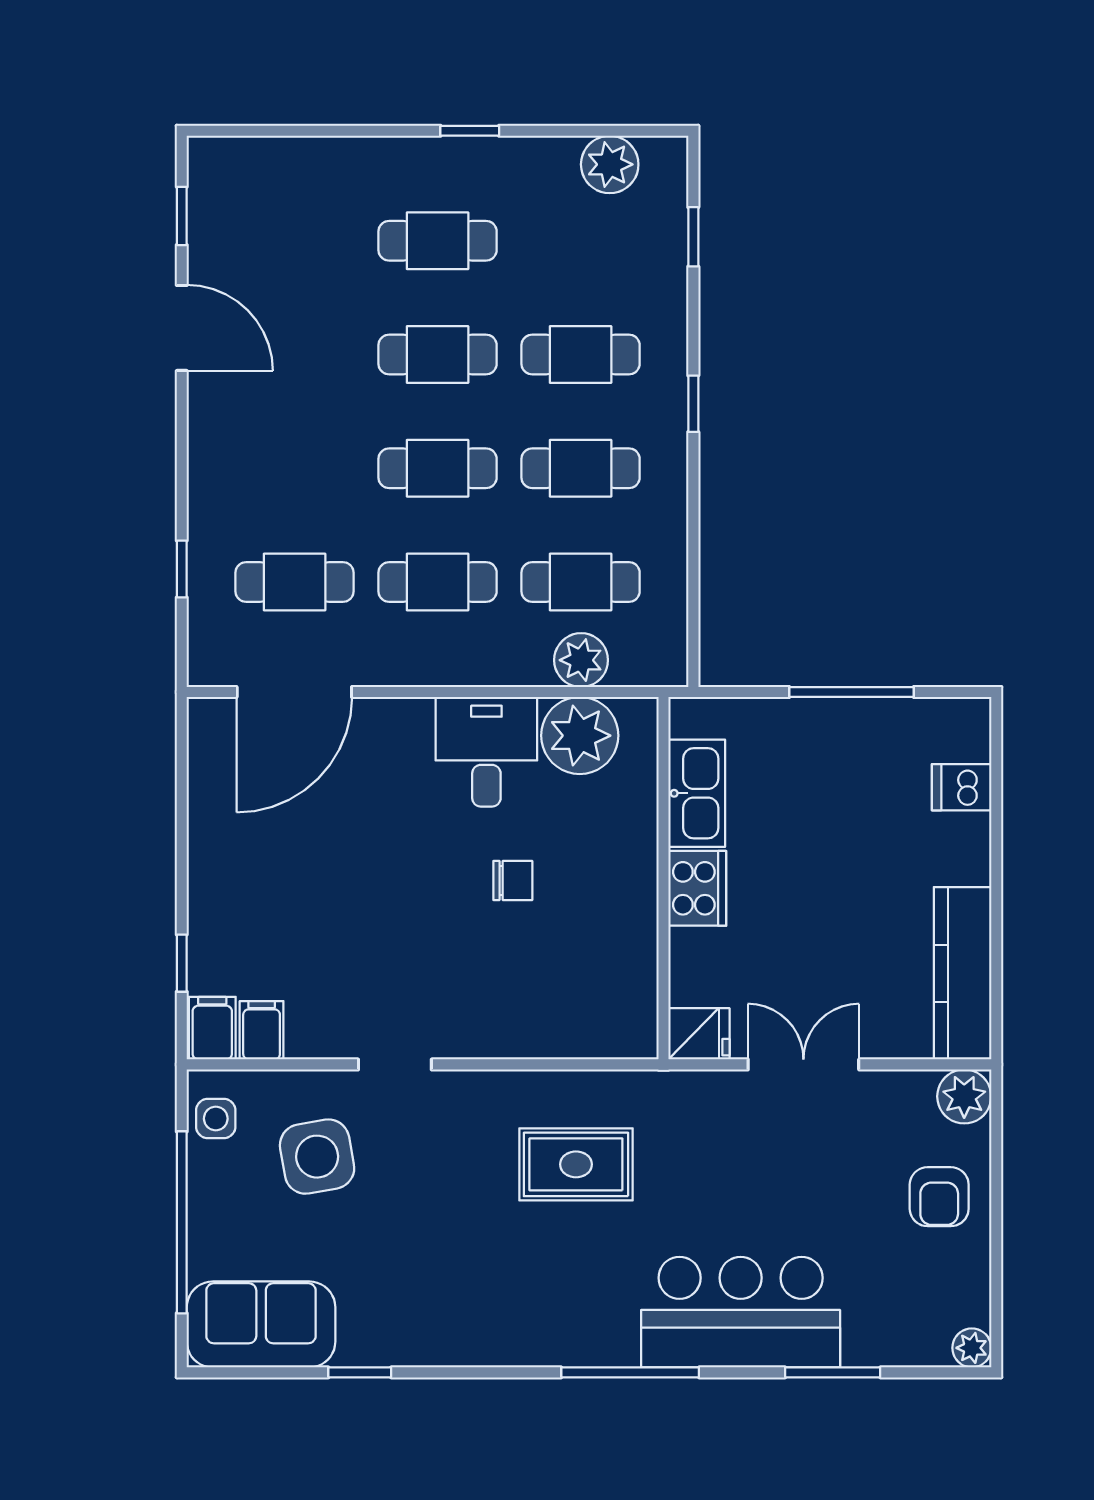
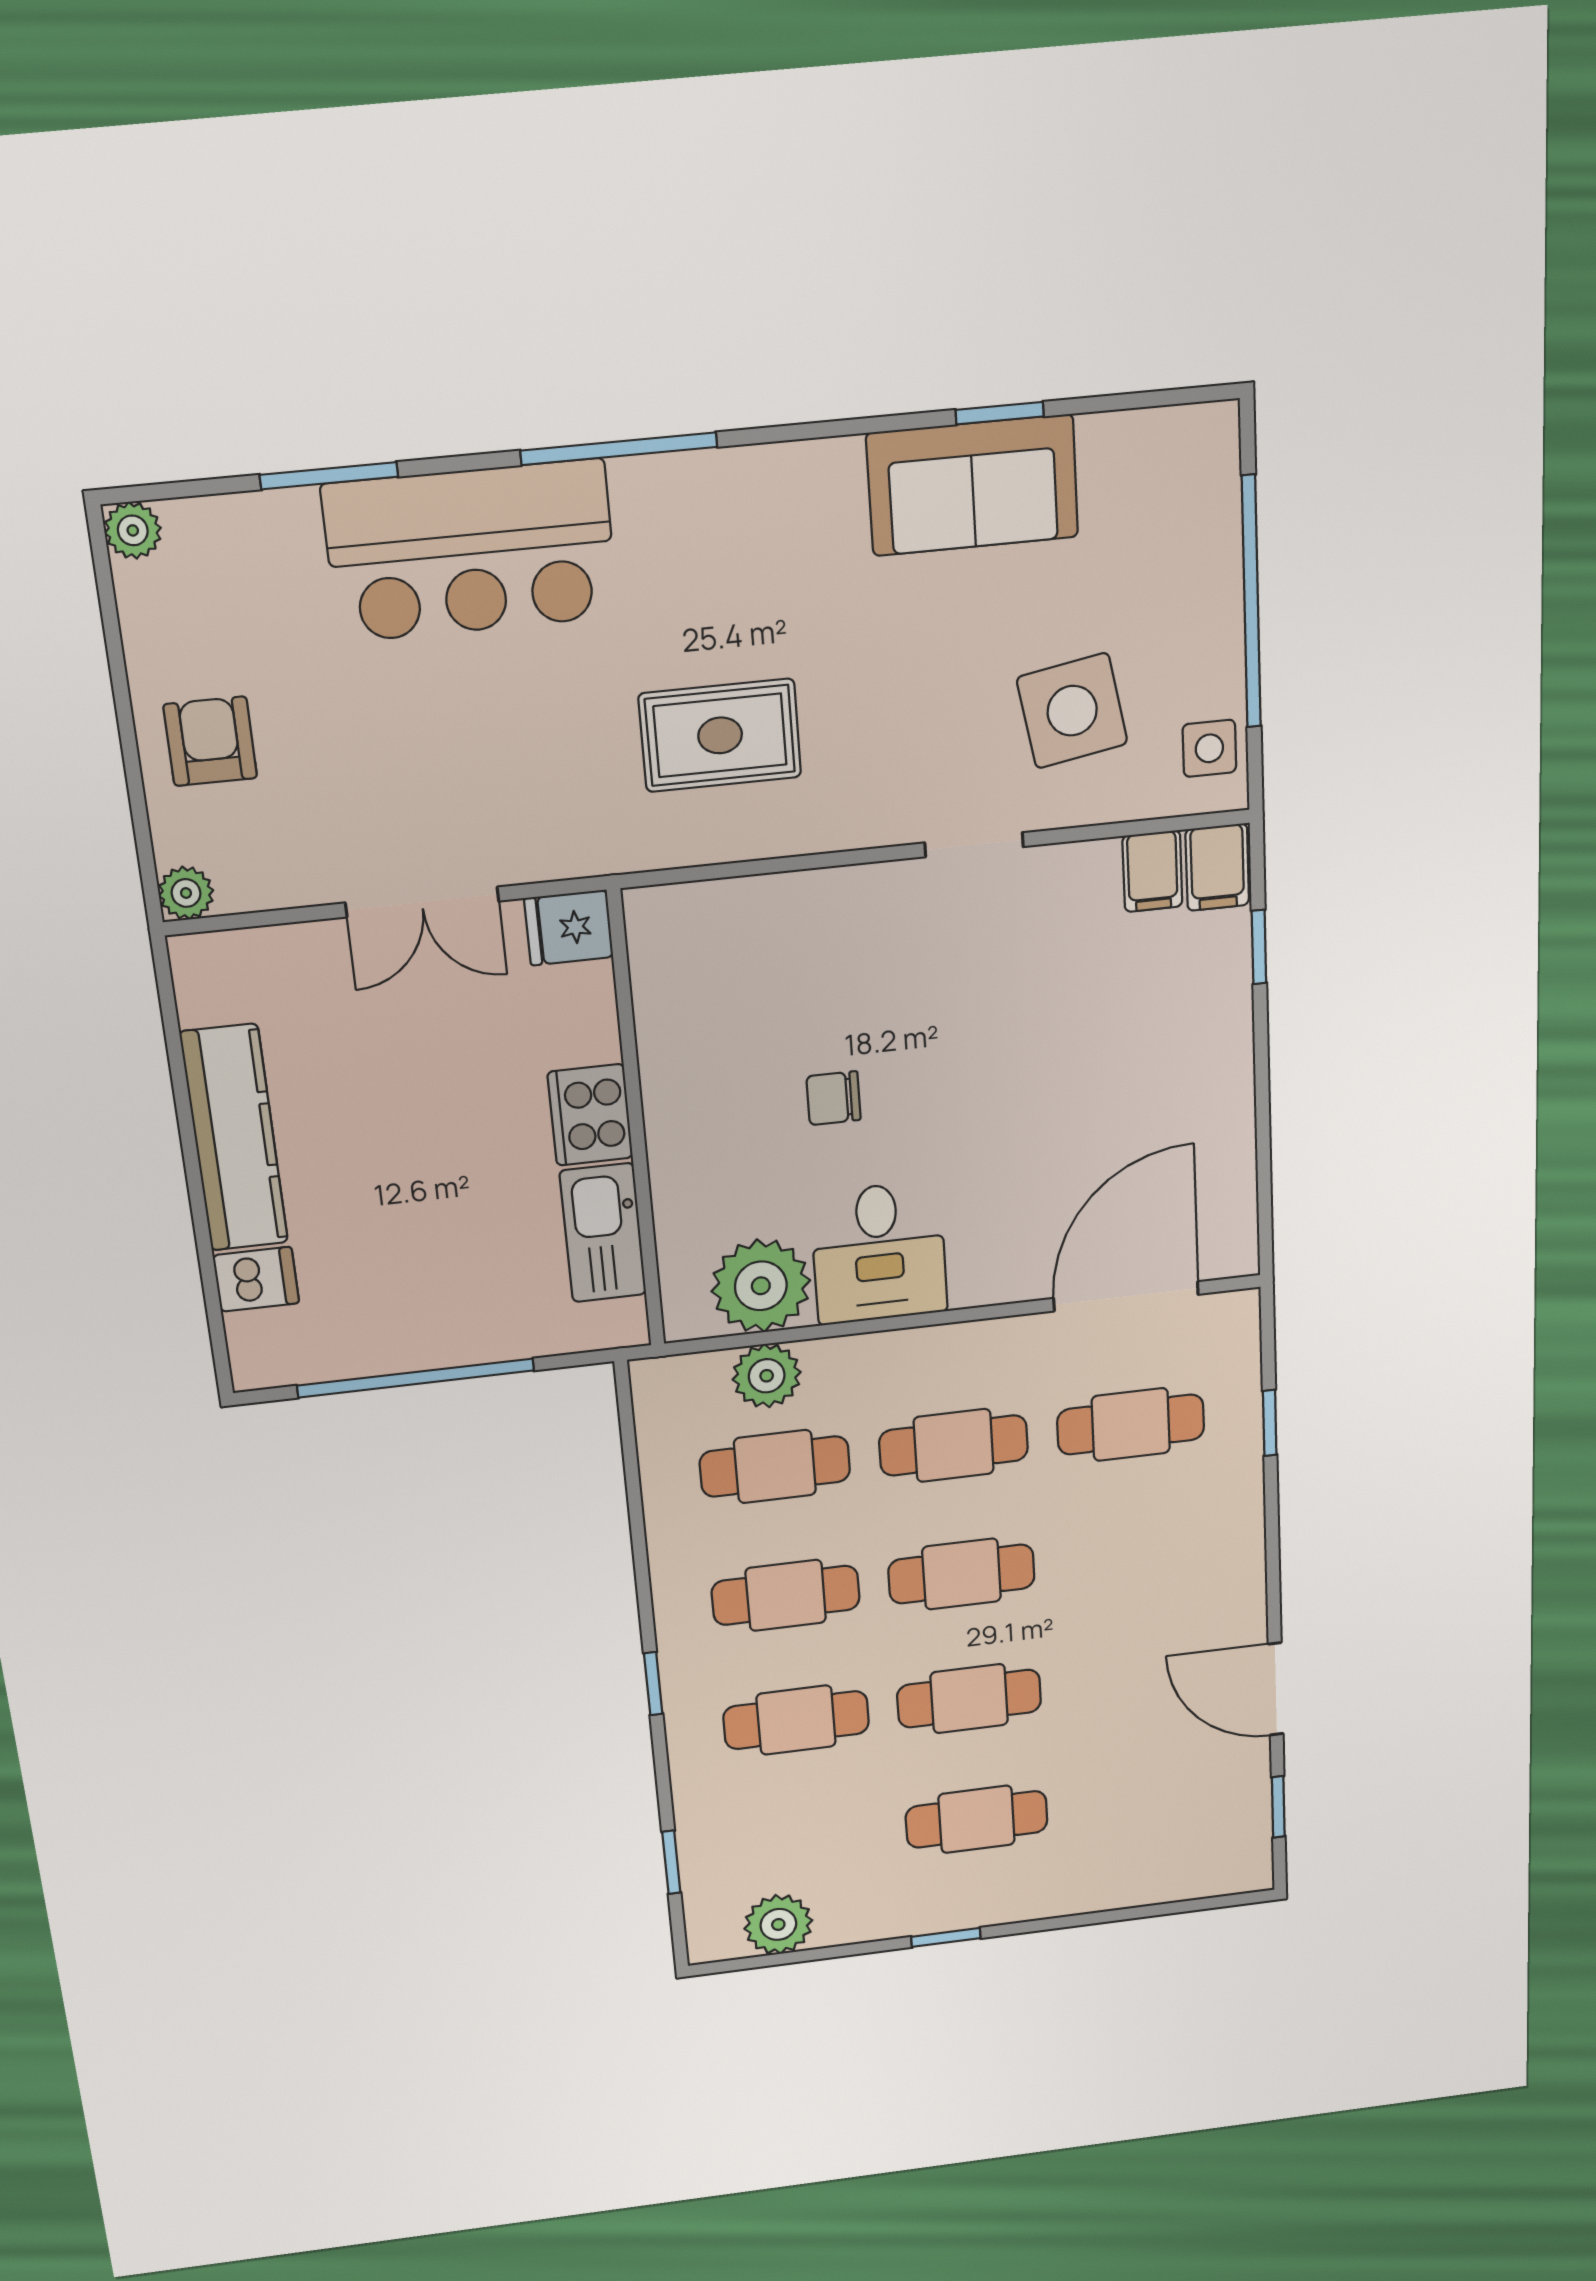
window: (851, 692) -> (416, 1378), width x1.46
kitchen counter: (963, 973) -> (234, 1138), moved
plant: (964, 1096) -> (186, 893), width x0.73, depth x0.73
sofa: (261, 1324) -> (973, 485), moved

